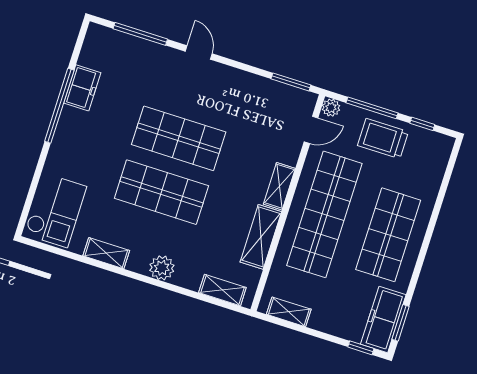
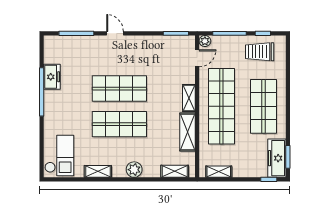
trolley: (383, 139) -> (260, 52), moved

